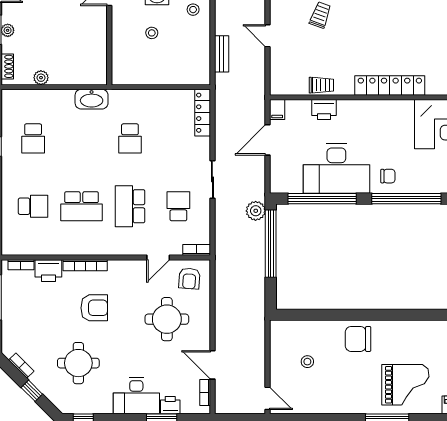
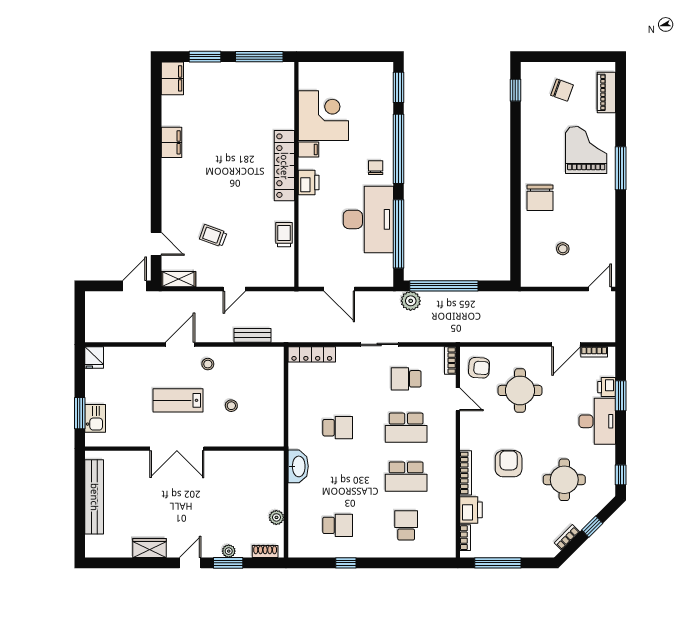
filing cabinet: (277, 110) -> (309, 150), moved
printer: (324, 110) -> (309, 183), moved
school desk: (82, 206) -> (406, 477), turned 90

